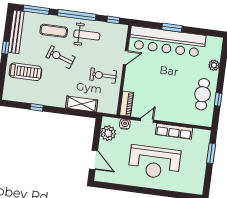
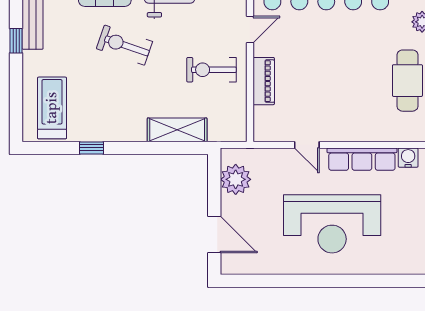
treadmill: (25, 72) -> (52, 108), moved, turned -90
piano: (127, 104) -> (264, 81), moved
door: (147, 120) -> (307, 145), swing flipped
water cooler: (125, 124) -> (408, 158), moved

